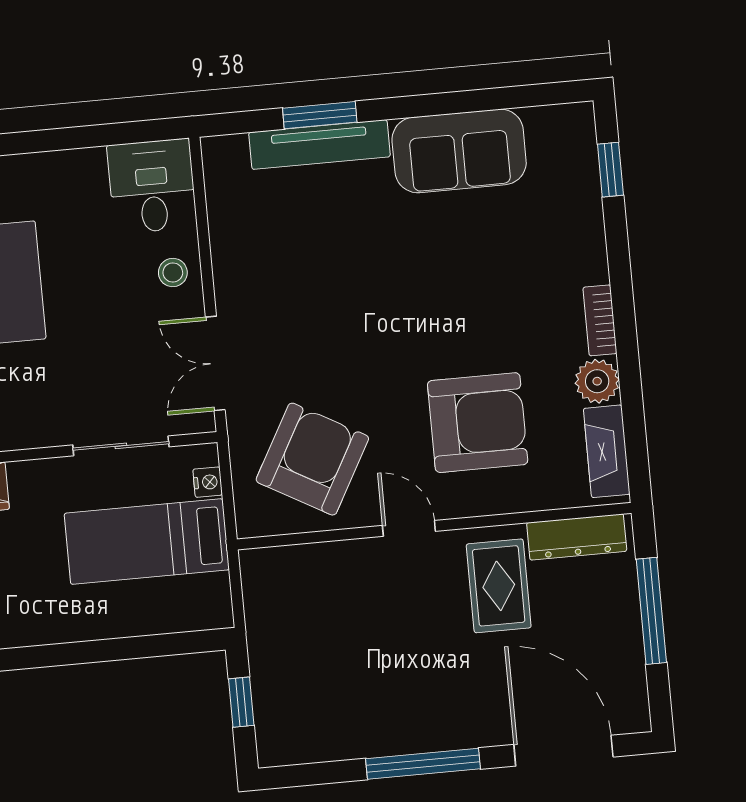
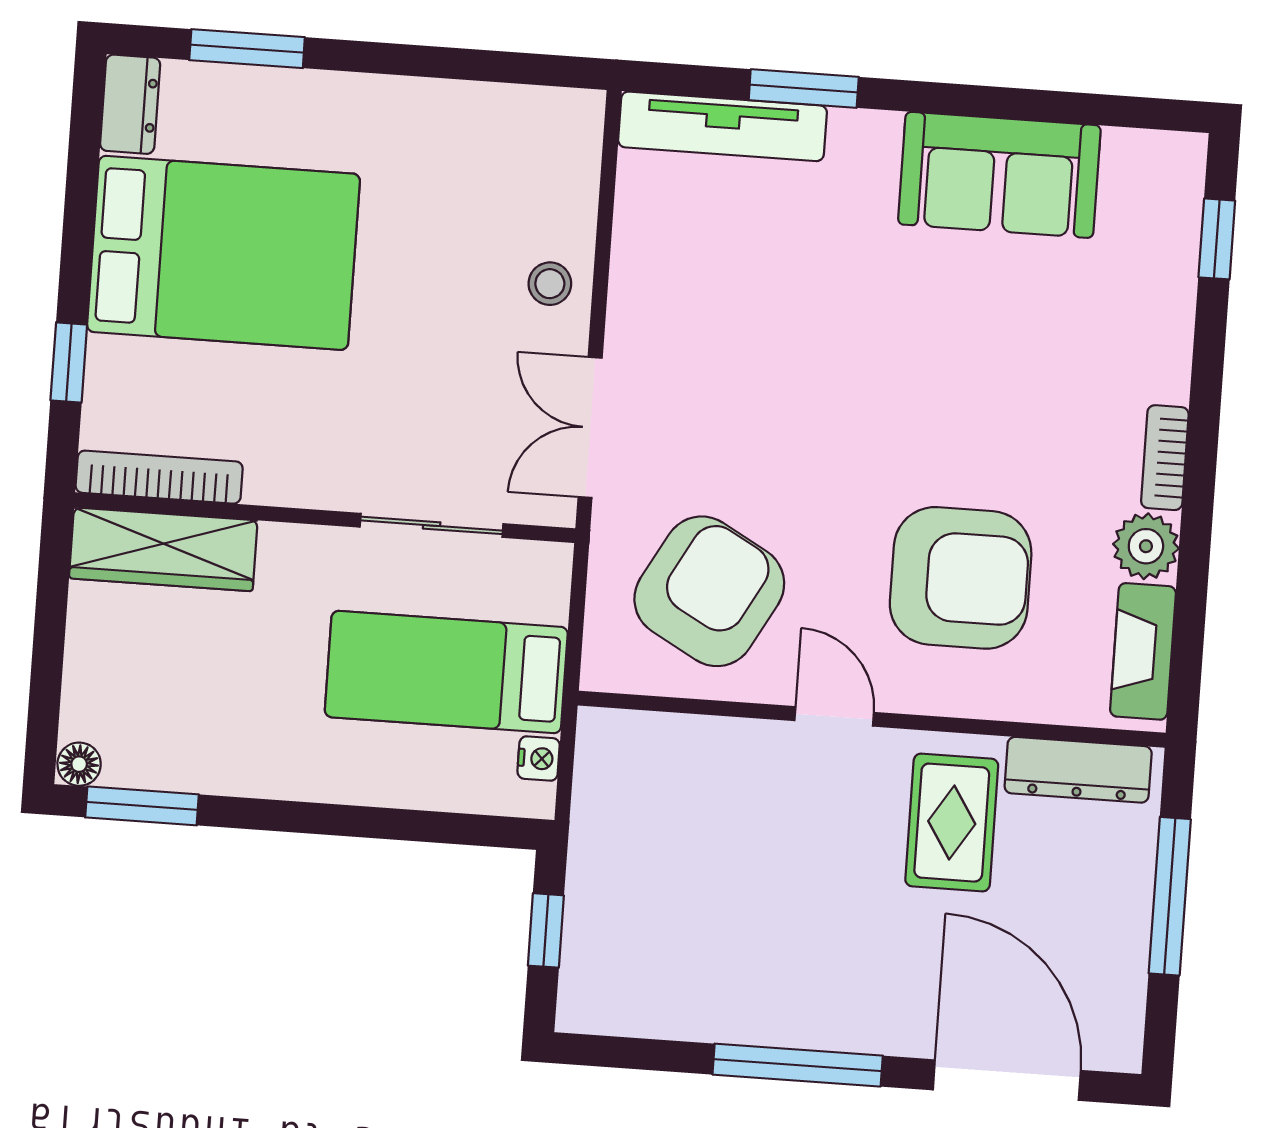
tv unit: (319, 145) -> (723, 126), moved
desk: (152, 186) -> (540, 152), removed
nightstand: (208, 482) -> (539, 758), moved

